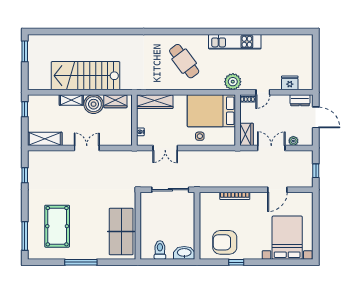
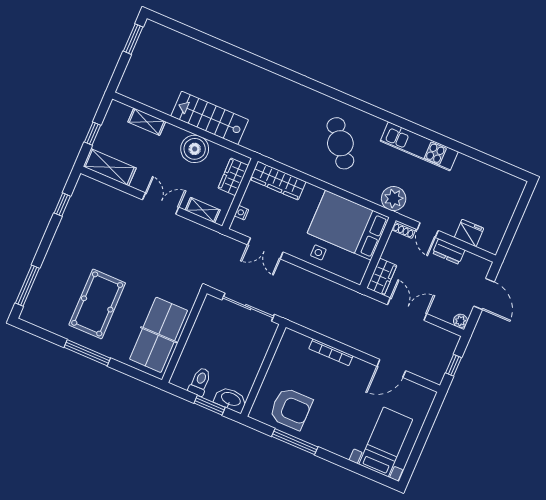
stairs: (86, 76) -> (210, 118), width x0.73, depth x0.66
door: (263, 92) -> (428, 230), hinge flipped
shelving: (71, 100) -> (147, 122), moved
dresser: (300, 100) -> (449, 251), moved
wardrobe: (115, 101) -> (233, 177), moved, turned 90
window: (25, 109) -> (93, 134), moved
shelving: (115, 141) -> (203, 210), added
plant: (293, 141) -> (460, 321), moved
pool table: (57, 226) -> (97, 304), moved
bed with nightstands: (287, 238) -> (386, 442), width x0.73
armchair: (225, 242) -> (291, 409), turned 180
window: (172, 262) -> (210, 405), added
window: (236, 262) -> (295, 442), width x2.17

